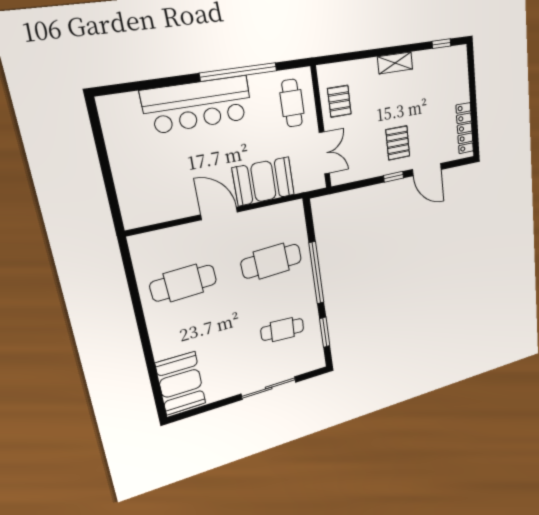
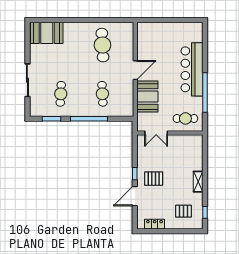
pallet: (339, 101) -> (184, 211), moved
locker: (465, 128) -> (155, 224), width x0.66
cafe table: (271, 261) -> (102, 94), width x0.73, depth x0.74

